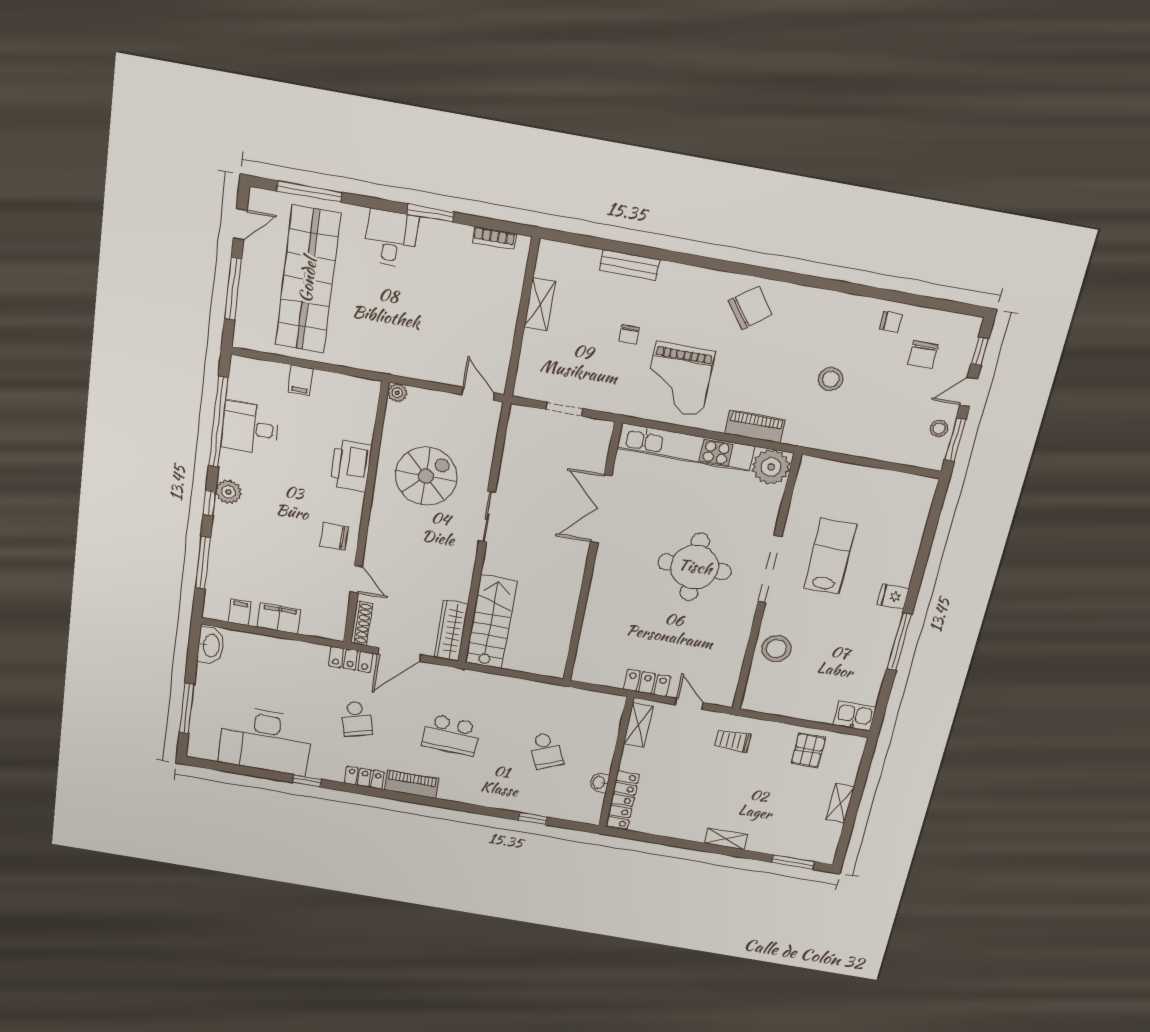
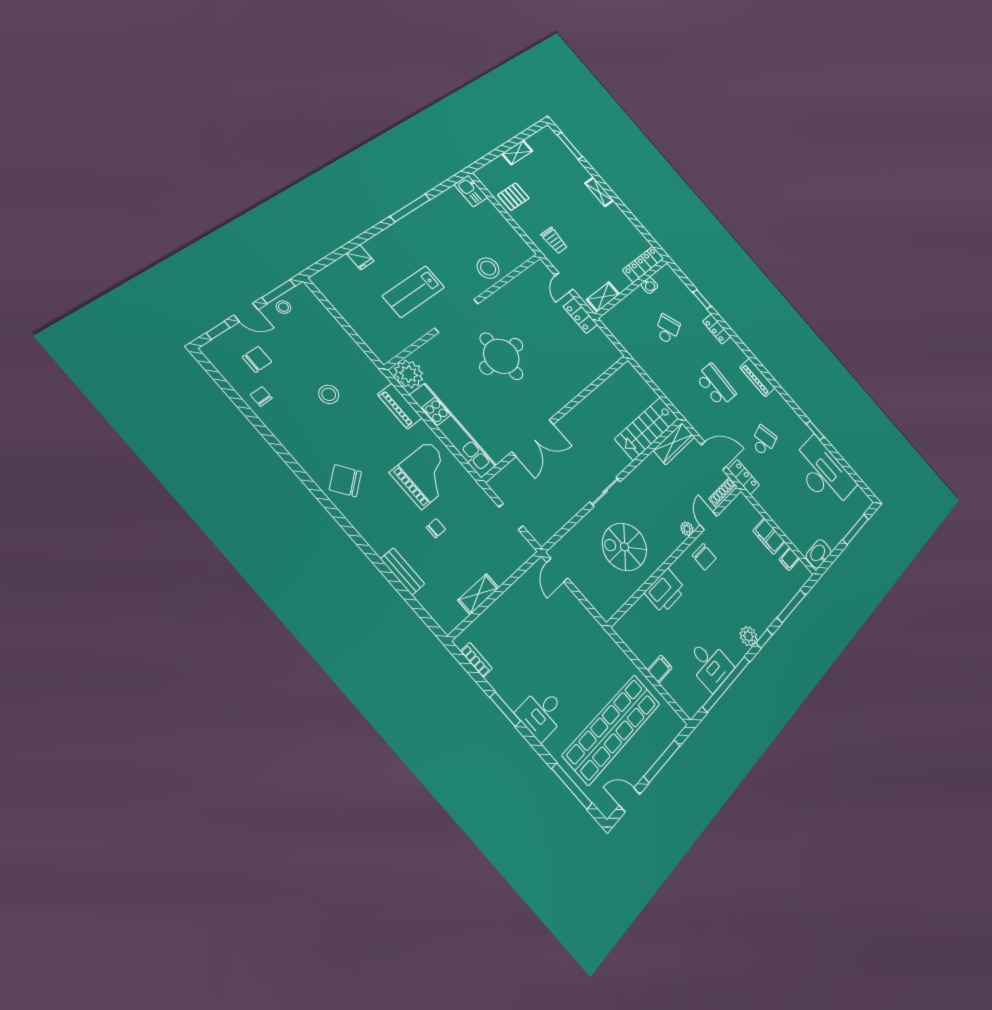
plant: (397, 393) -> (687, 529), moved
fridge: (893, 596) -> (360, 257), moved
locker: (364, 778) -> (717, 329), moved

